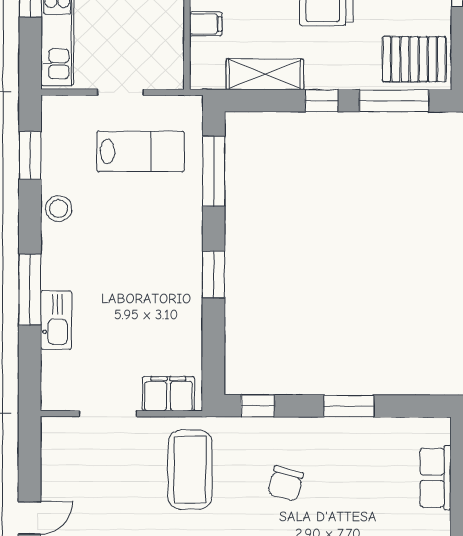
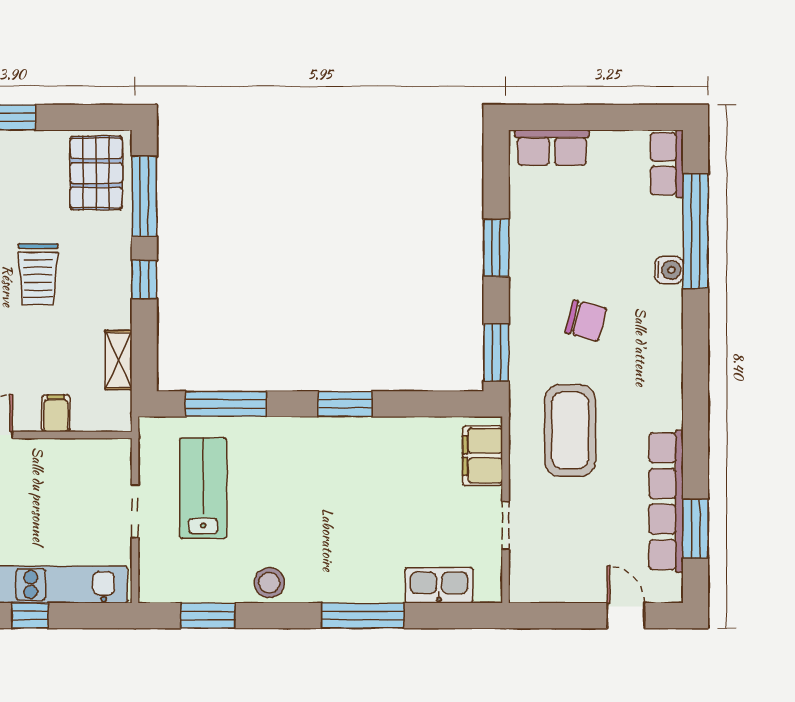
shelving: (265, 74) -> (118, 360), width x0.67, depth x0.75
kitchen sink: (56, 320) -> (439, 585), moved
window: (258, 406) -> (496, 353), width x1.50
doorway: (108, 414) -> (506, 525), width x0.73
coffee table: (190, 470) -> (570, 431), turned 90
row of seats: (435, 478) -> (552, 148), moved

